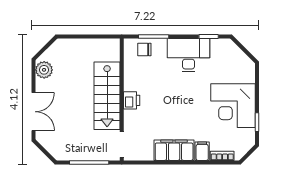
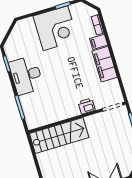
chair: (144, 50) -> (32, 111), removed
stairs: (107, 96) -> (59, 135), moved
printer: (132, 100) -> (87, 106), moved

